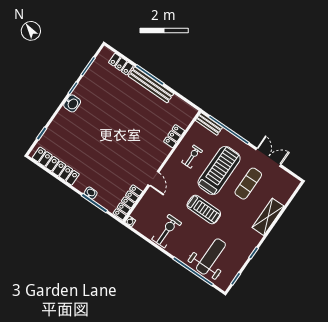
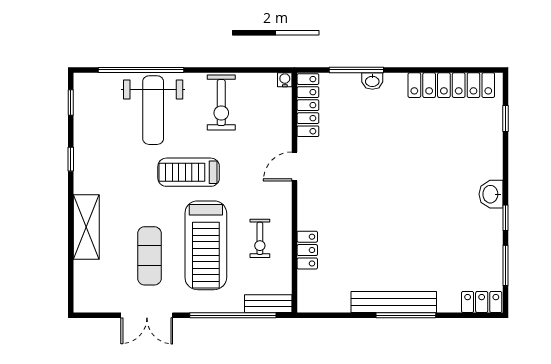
locker: (121, 64) -> (482, 302), moved
door: (153, 178) -> (295, 166), hinge flipped
weight bench: (211, 256) -> (153, 110), moved

